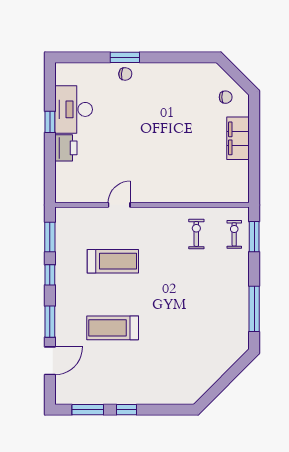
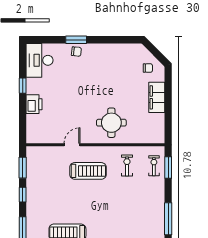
desk: (74, 109) -> (40, 60), moved
round table: (174, 174) -> (111, 123), added
treadmill: (113, 261) -> (88, 171), moved

